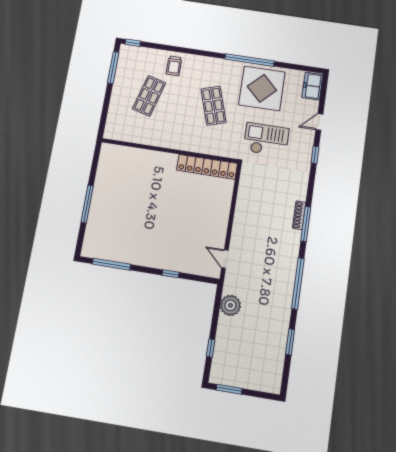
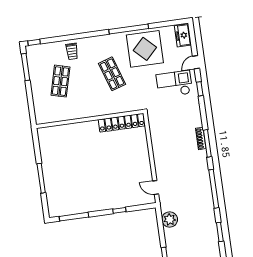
checkout: (266, 140) -> (174, 84), moved

